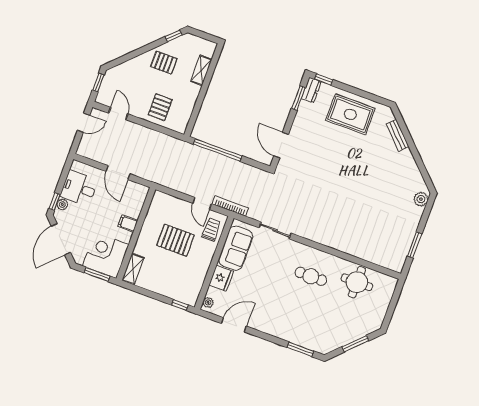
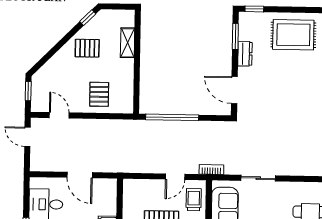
dresser: (311, 90) -> (245, 54), moved
door: (84, 123) -> (27, 137), swing flipped
door: (202, 203) -> (175, 177), hinge flipped
bookcase: (230, 206) -> (211, 169), width x0.64

